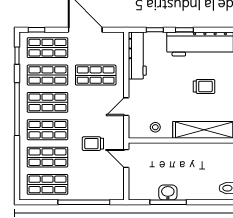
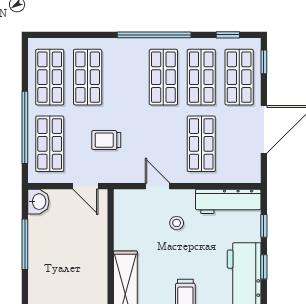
stool: (155, 127) -> (177, 223), moved
shop shelf: (47, 130) -> (50, 144), moved
trolley: (93, 144) -> (106, 140), turned -90
door: (126, 159) -> (86, 186), swing flipped
washbasin: (168, 193) -> (38, 202), moved

